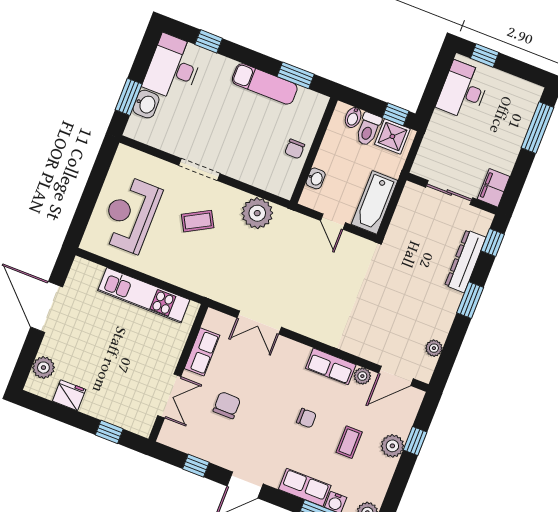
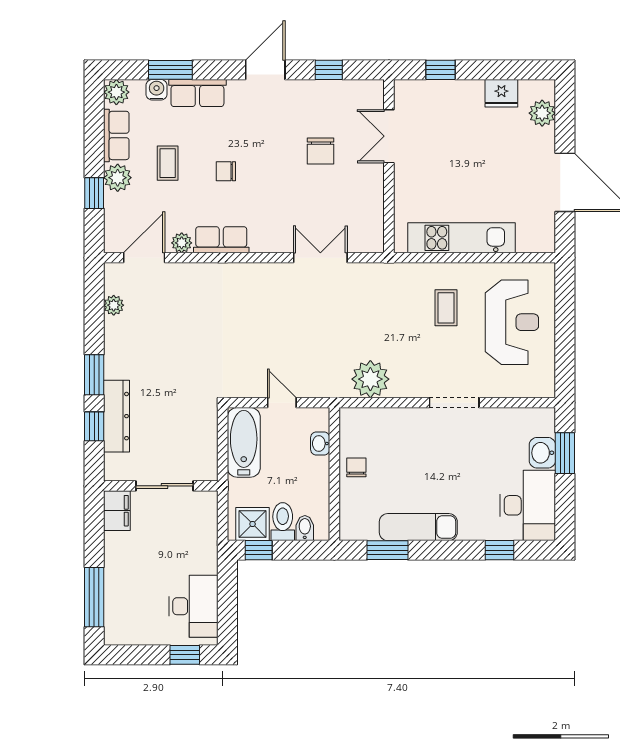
coffee table: (198, 221) -> (446, 308), moved, turned -61
window: (493, 242) -> (94, 426), moved
row of seats: (202, 352) -> (116, 135), moved, turned 180

